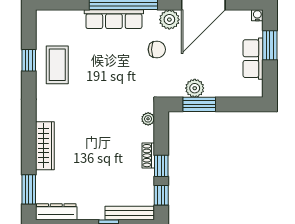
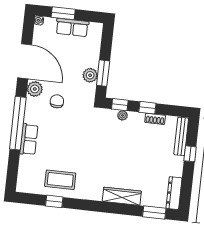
row of seats: (114, 19) -> (29, 139), width x0.68
plant: (148, 119) -> (122, 115), moved
shoe rack: (148, 156) -> (155, 119), moved
window: (161, 195) -> (120, 105), moved

